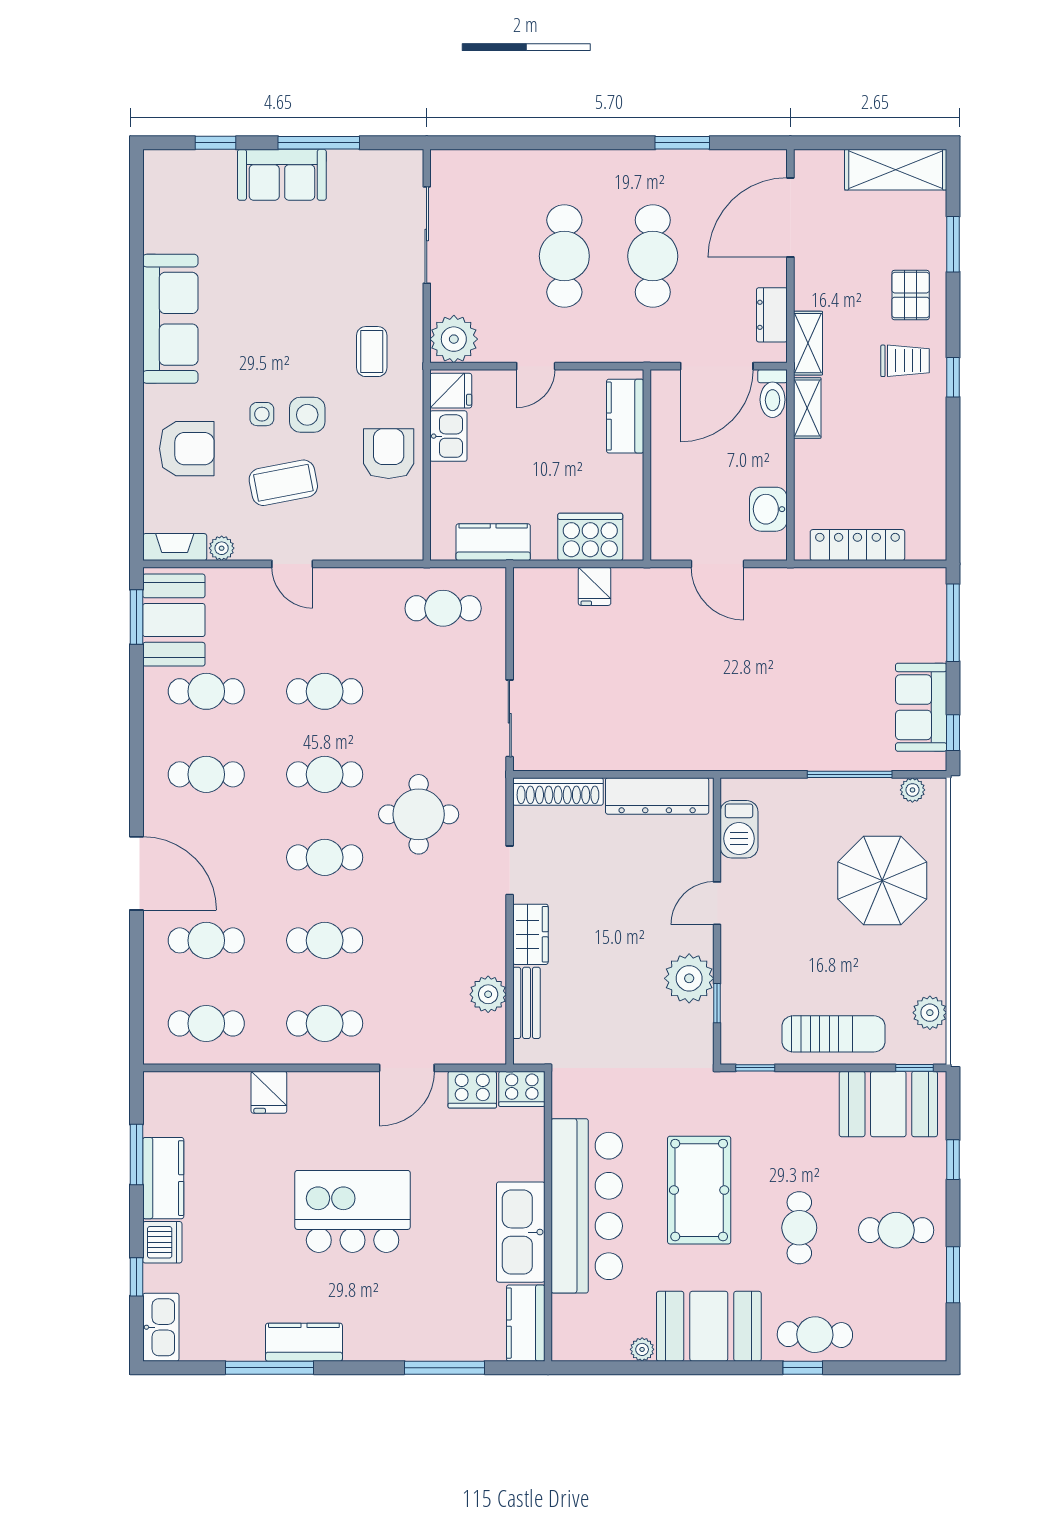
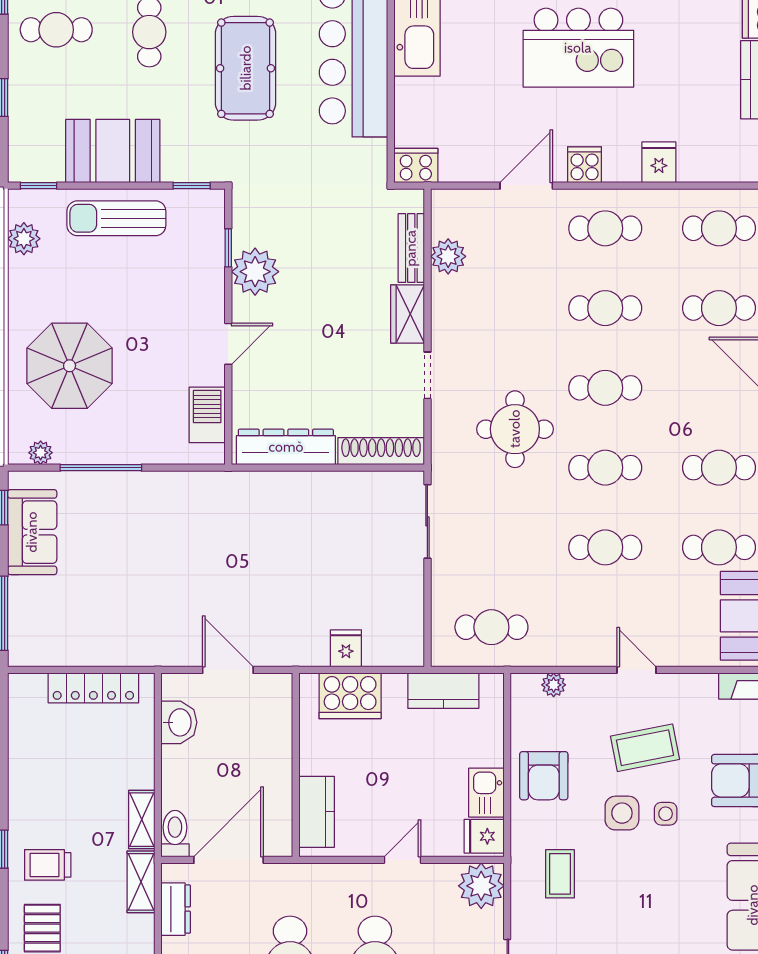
plant: (222, 548) -> (554, 685), moved
cooker: (472, 1090) -> (585, 165), moved, width x0.73
booth: (888, 1104) -> (113, 151), moved

